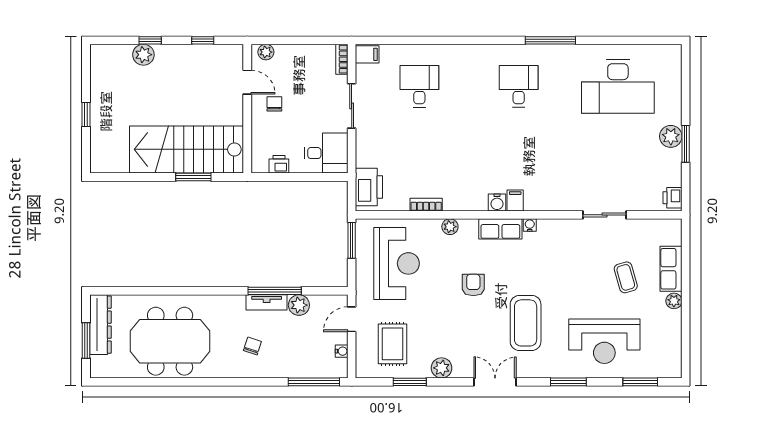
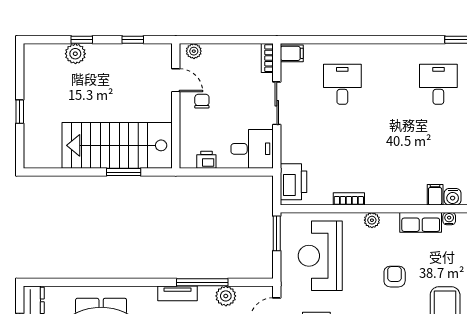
water cooler: (497, 202) -> (453, 197), moved
reception desk: (397, 263) -> (320, 256), turned 180
tv unit: (267, 302) -> (178, 293), moved

